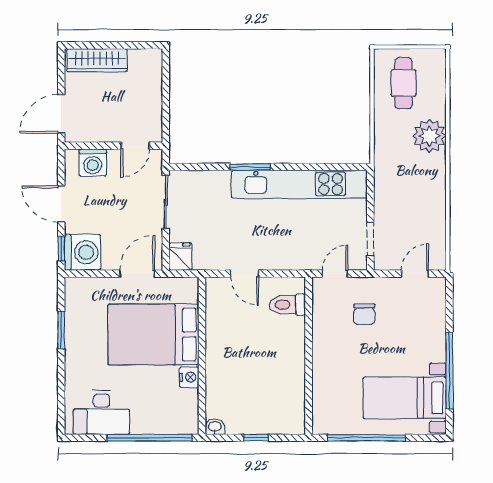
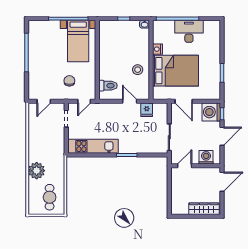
kitchen unit: (299, 184) -> (93, 146), width x0.73
door: (61, 204) -> (222, 136), hinge flipped
fridge: (180, 257) -> (147, 110), moved
door: (137, 274) -> (184, 101), hinge flipped
stool: (229, 336) -> (138, 70), added
bed with nightstands: (405, 398) -> (78, 41), moved, turned 90
desk: (101, 413) -> (189, 31), moved

